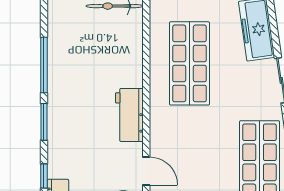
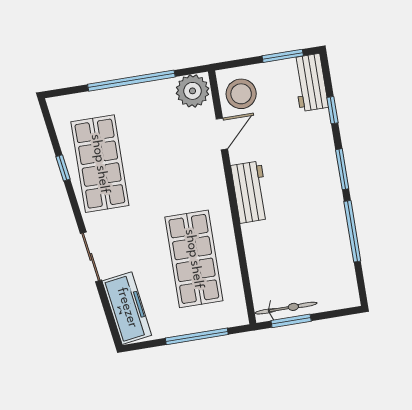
door: (146, 171) -> (222, 134), swing flipped

